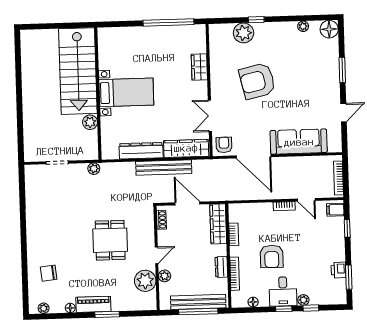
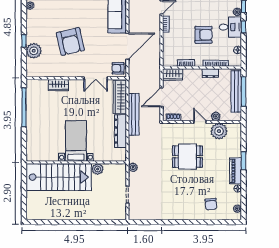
wardrobe: (218, 224) -> (173, 74), width x0.67

